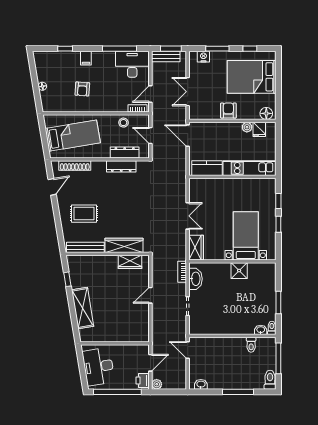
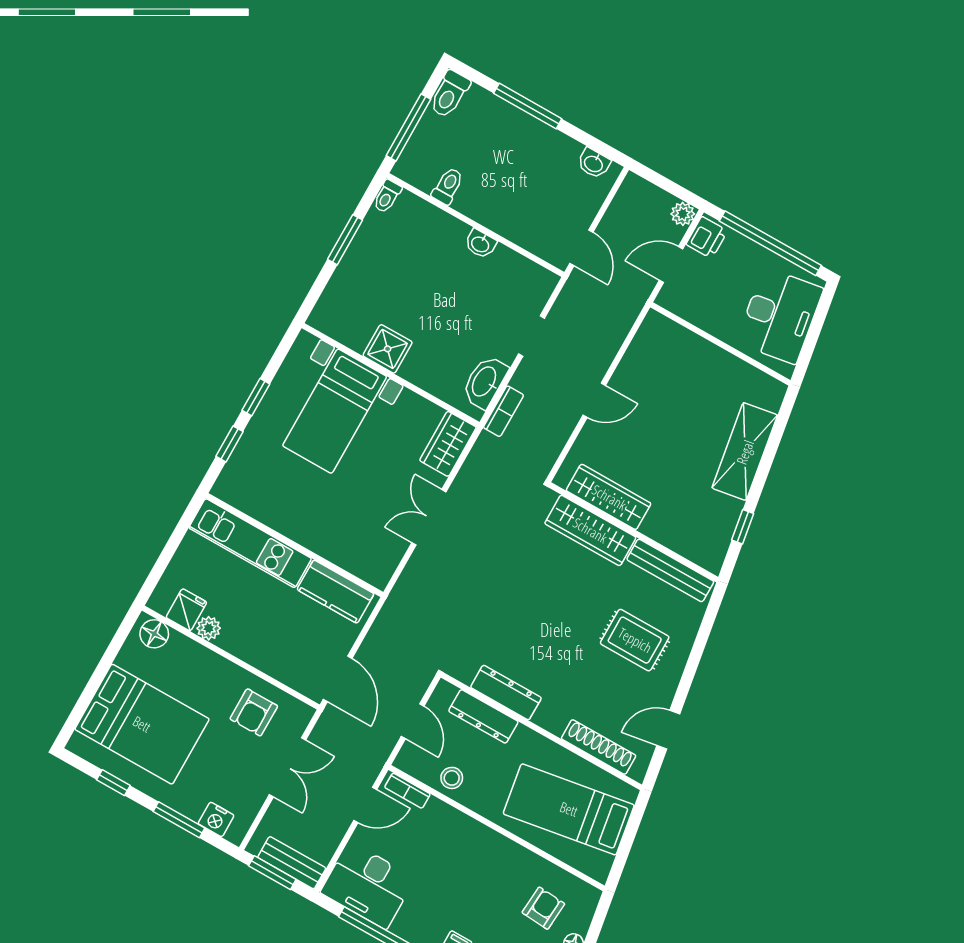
armchair: (82, 89) -> (543, 908), moved
armchair: (228, 111) -> (254, 712), moved
wardrobe: (130, 262) -> (609, 497), width x1.50
washbasin: (261, 330) -> (480, 244), moved

